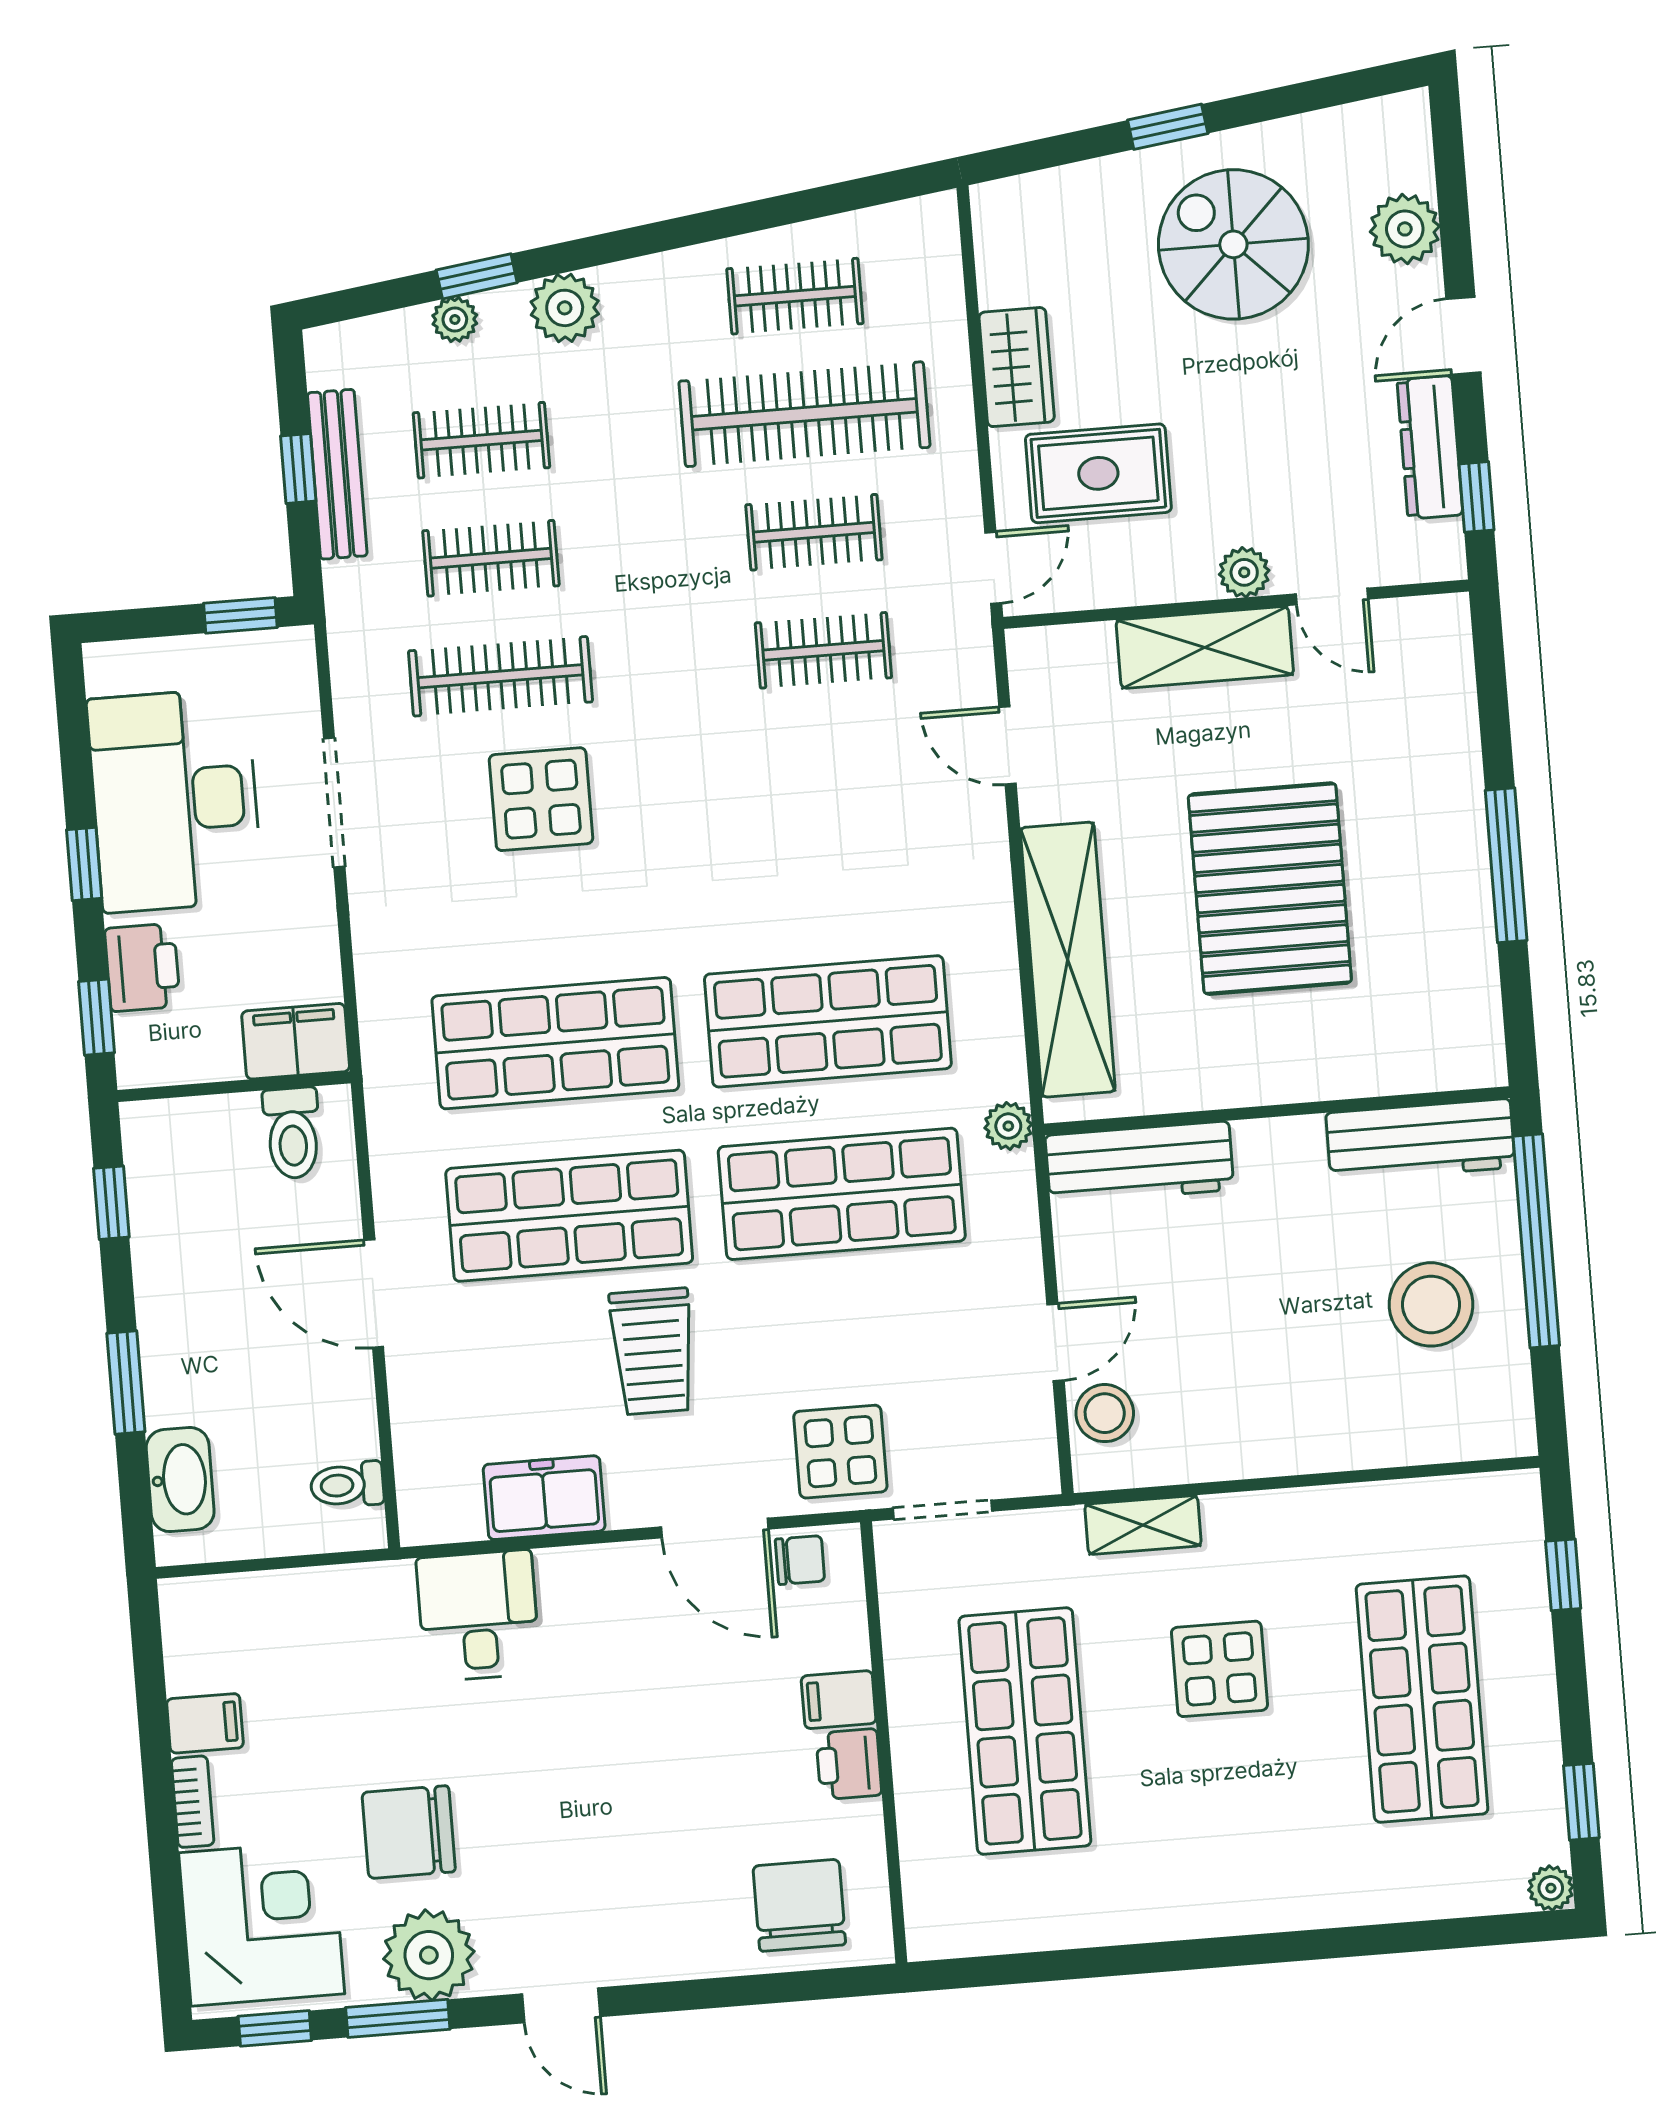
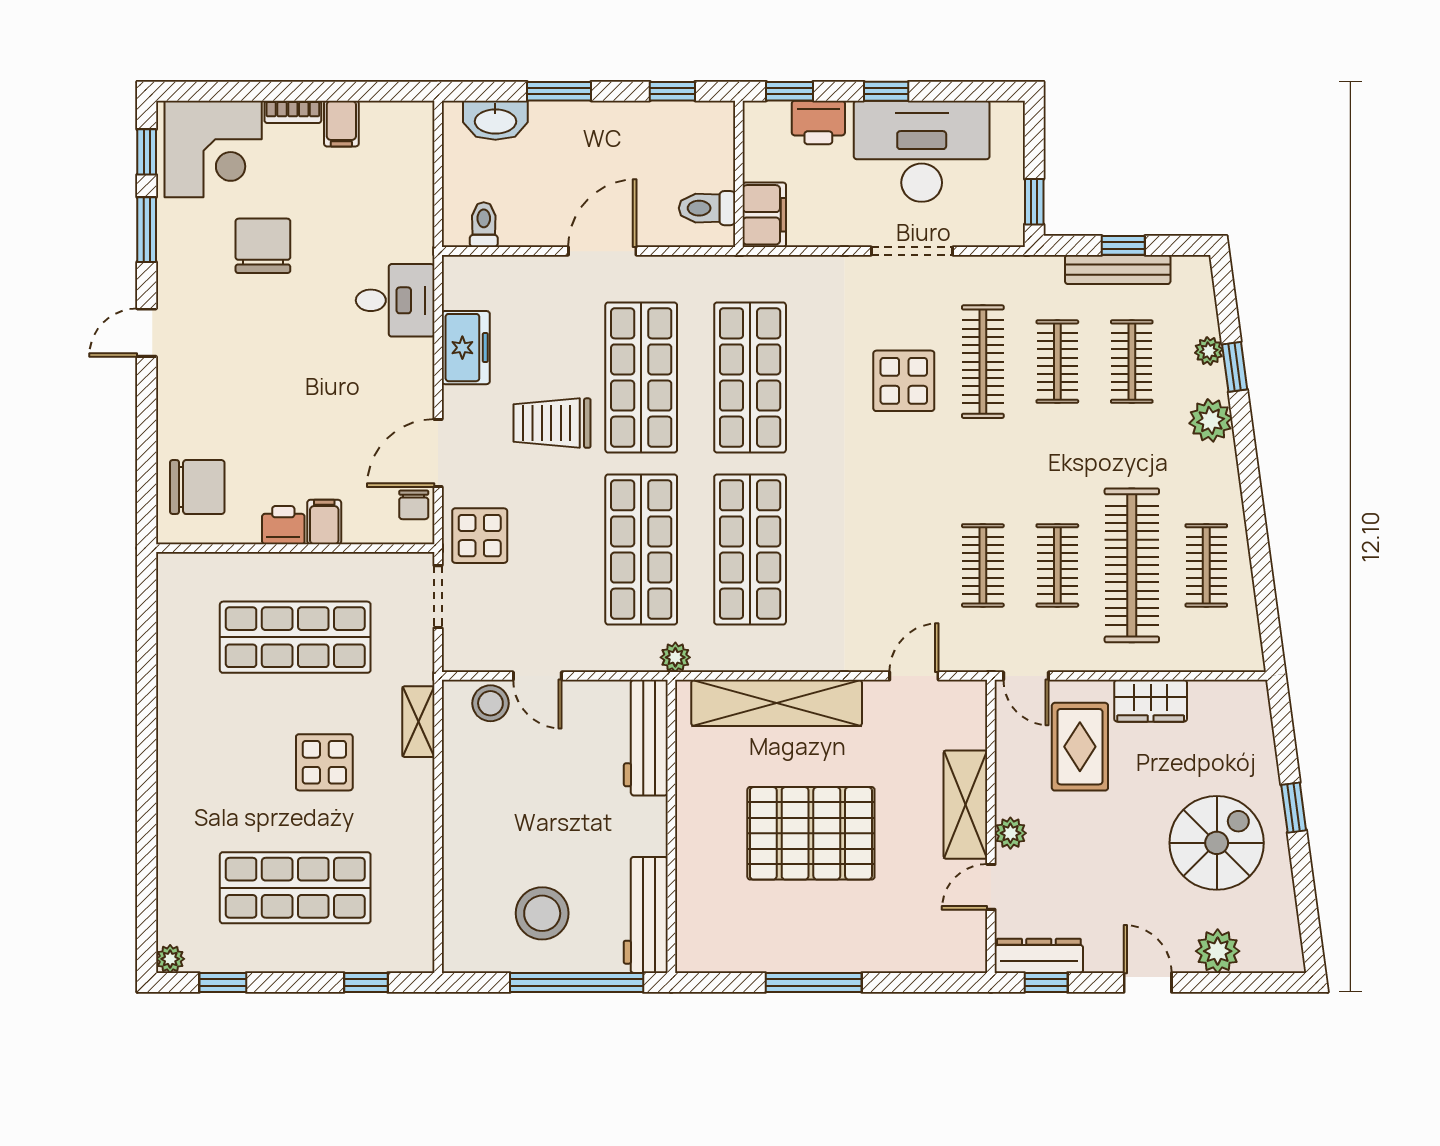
dresser: (1430, 447) -> (1039, 956), moved
plant: (429, 1955) -> (185, 252), removed

